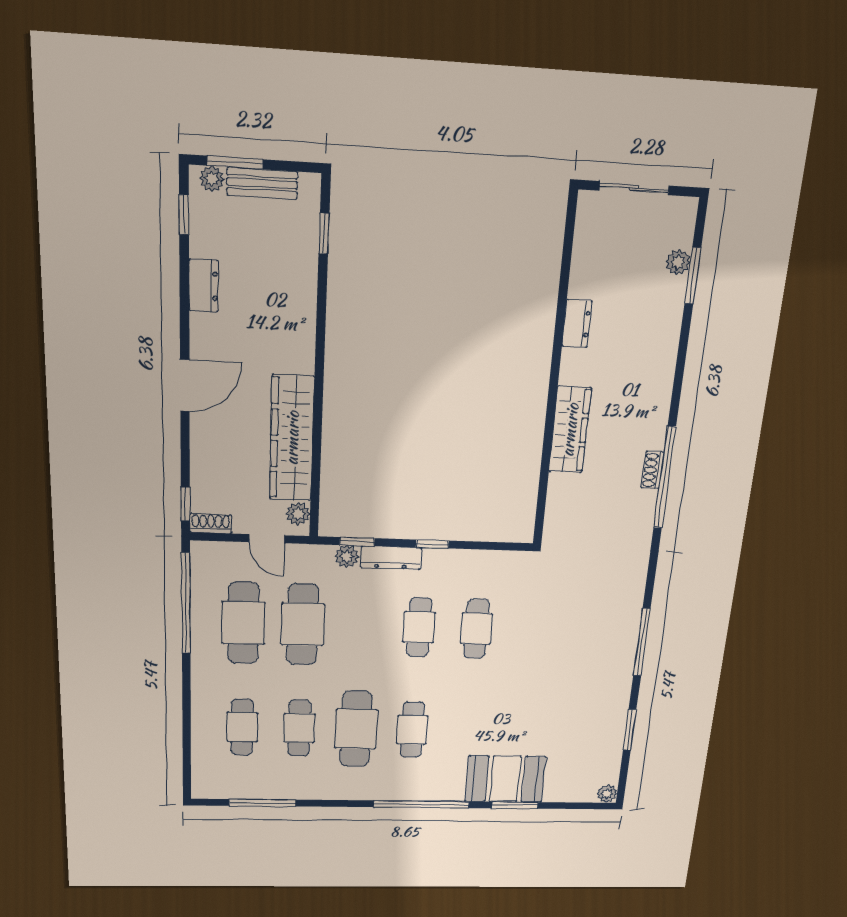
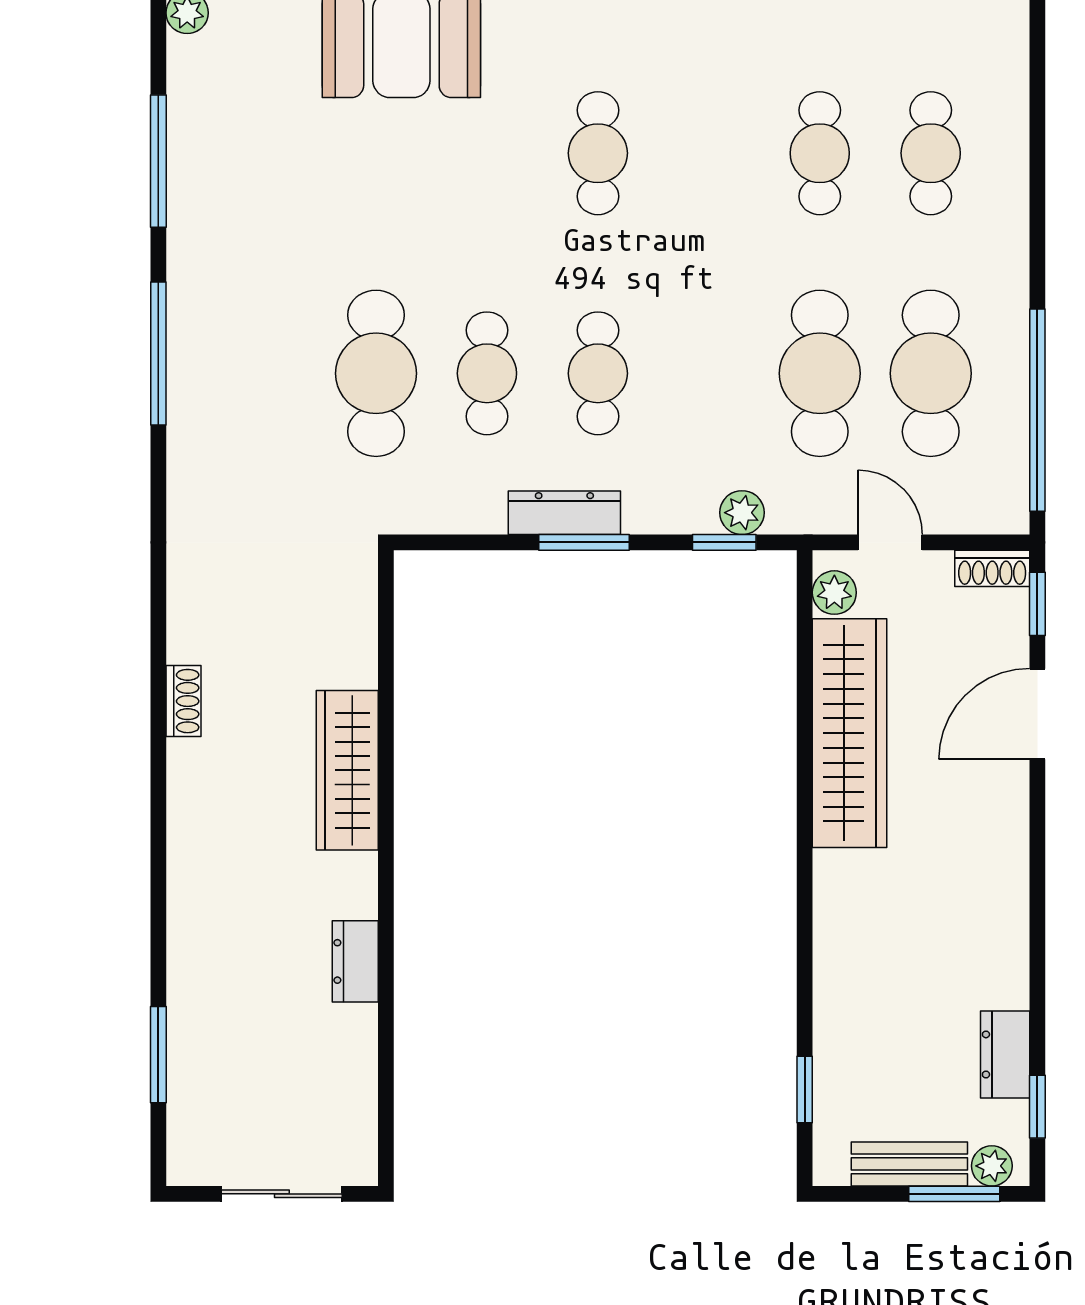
plant: (678, 262) -> (188, 1076), removed
dresser: (204, 286) -> (1005, 1054), moved
door: (185, 386) -> (1037, 714), moved
window: (665, 478) -> (158, 687), removed
window: (432, 544) -> (584, 542), width x1.50
dresser: (391, 558) -> (564, 513), moved
cafe table: (356, 729) -> (376, 373), moved
window: (630, 730) -> (158, 161), width x1.44

